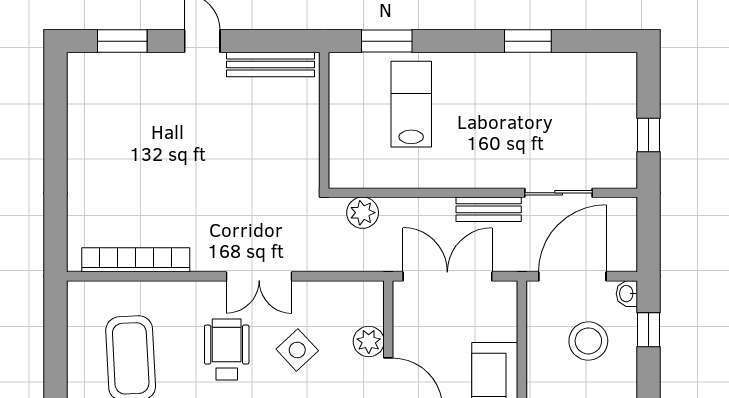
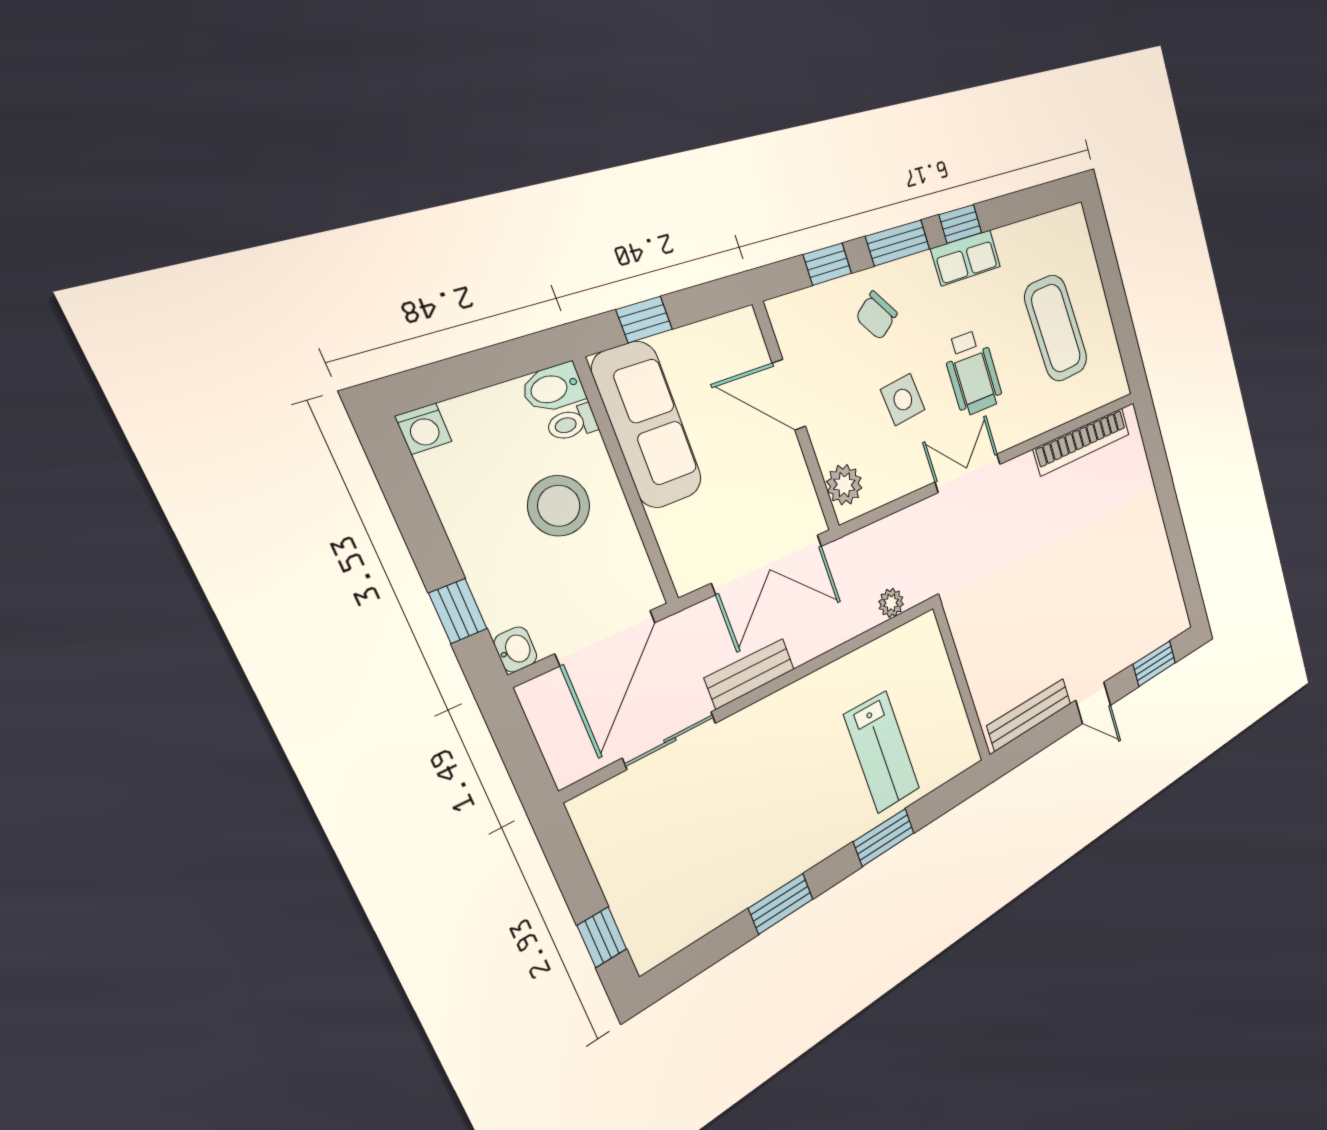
window: (387, 41) -> (884, 837), moved
window: (649, 135) -> (602, 937), moved
plant: (363, 213) -> (891, 603), width x0.73, depth x0.73
plant: (369, 341) -> (844, 485), moved
stool: (588, 341) -> (559, 506), moved
side table: (297, 350) -> (903, 400), turned 37

